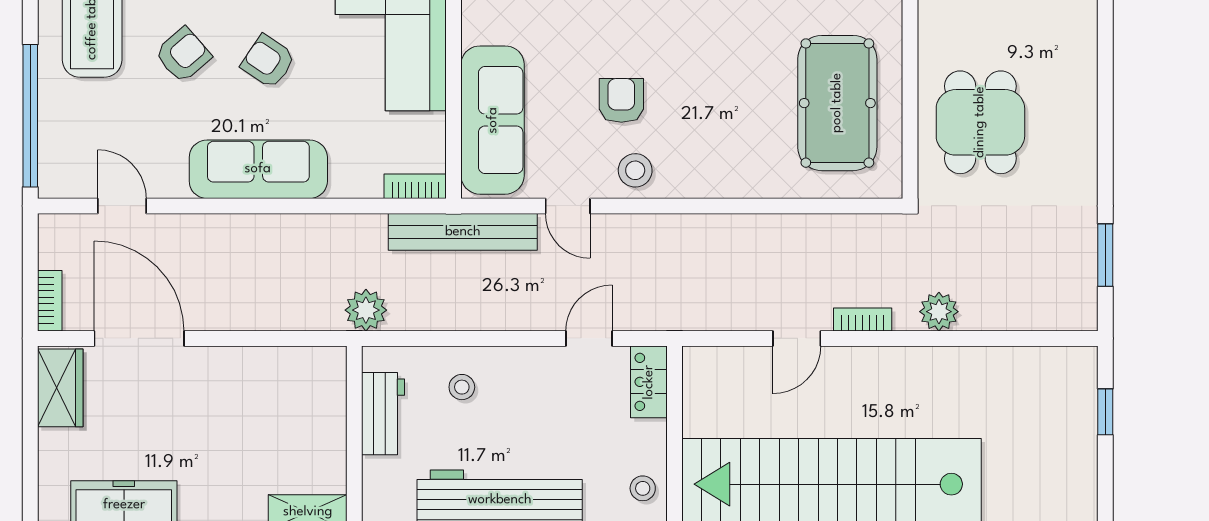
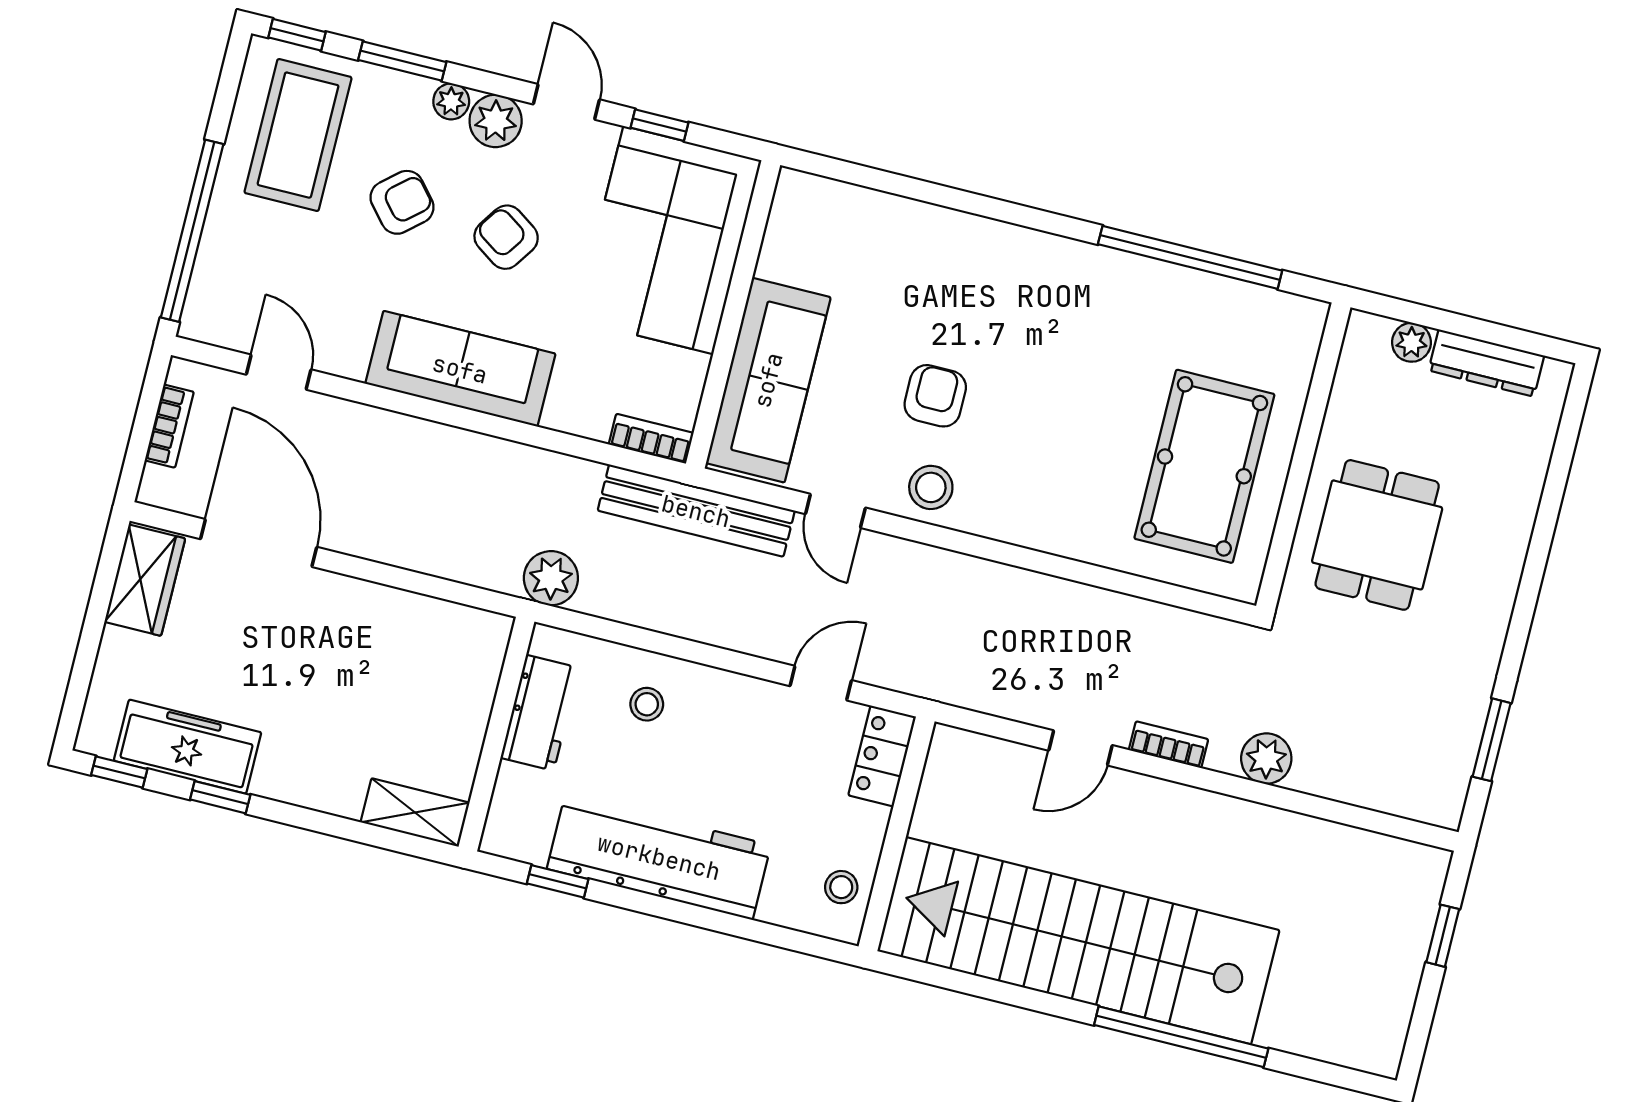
bookcase: (50, 301) -> (169, 426), moved

